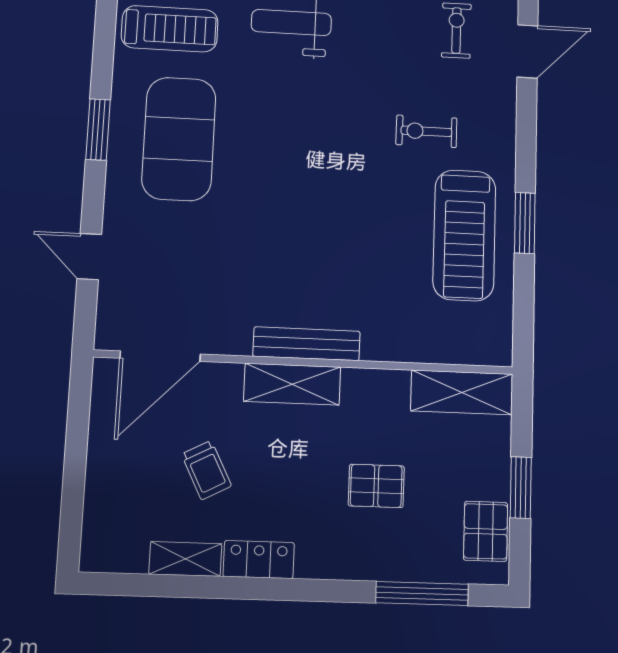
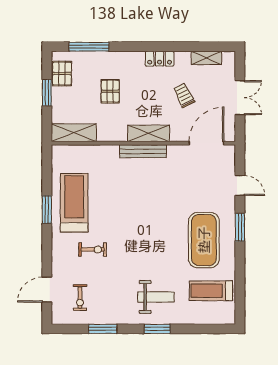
window: (98, 130) -> (240, 227), moved
double door: (75, 460) -> (240, 98), added
pallet: (376, 486) -> (110, 91), turned 90
shelving: (185, 559) -> (206, 58), moved

